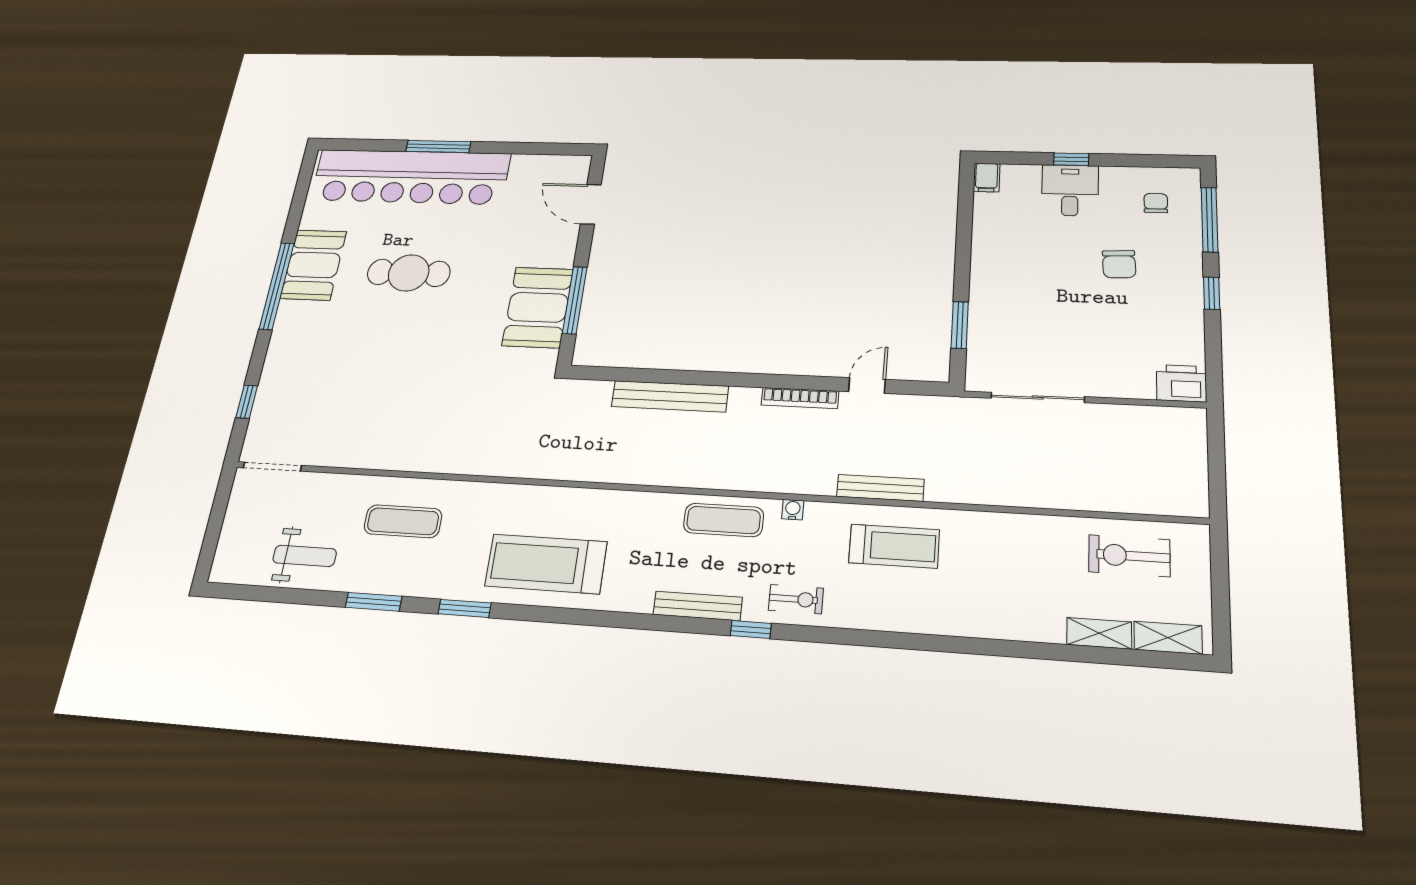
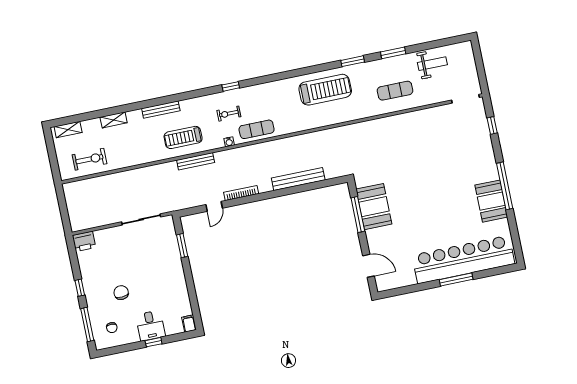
cafe table: (409, 273) -> (443, 209), removed
weight bench: (305, 556) -> (432, 64), turned 180
exercise bike: (796, 599) -> (229, 114), moved
bench: (698, 606) -> (161, 110), moved
shelving: (1099, 633) -> (114, 120), moved

